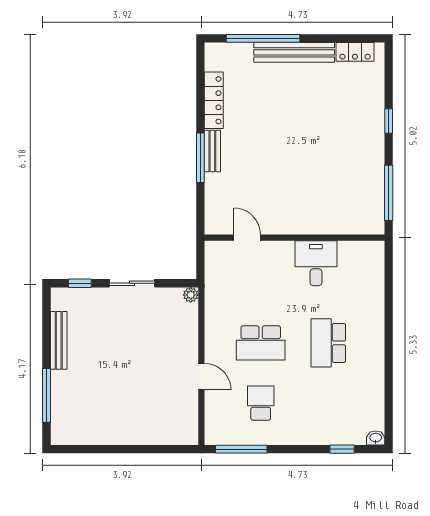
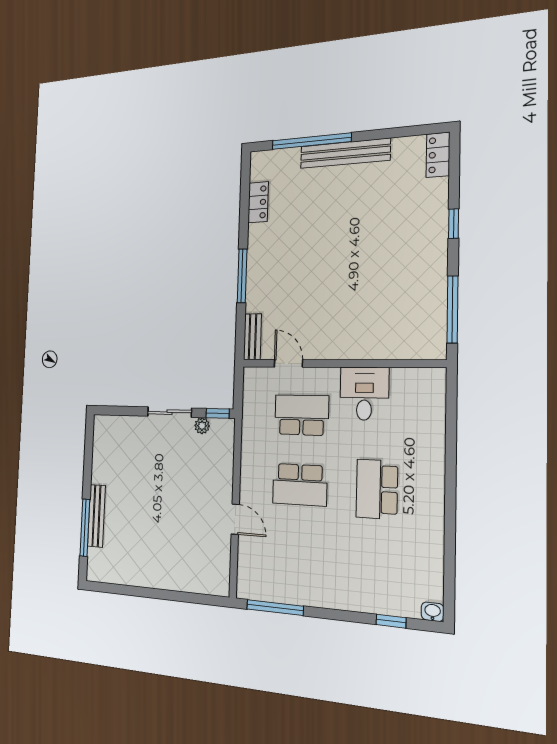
locker: (355, 52) -> (438, 155), moved, turned 90
locker: (214, 100) -> (258, 202), width x0.66
bench: (212, 151) -> (252, 337), moved
window: (80, 283) -> (218, 413), moved
plant: (191, 295) -> (202, 426), moved
bench: (59, 340) -> (96, 516), moved
school desk: (261, 403) -> (302, 415), moved, width x1.85

